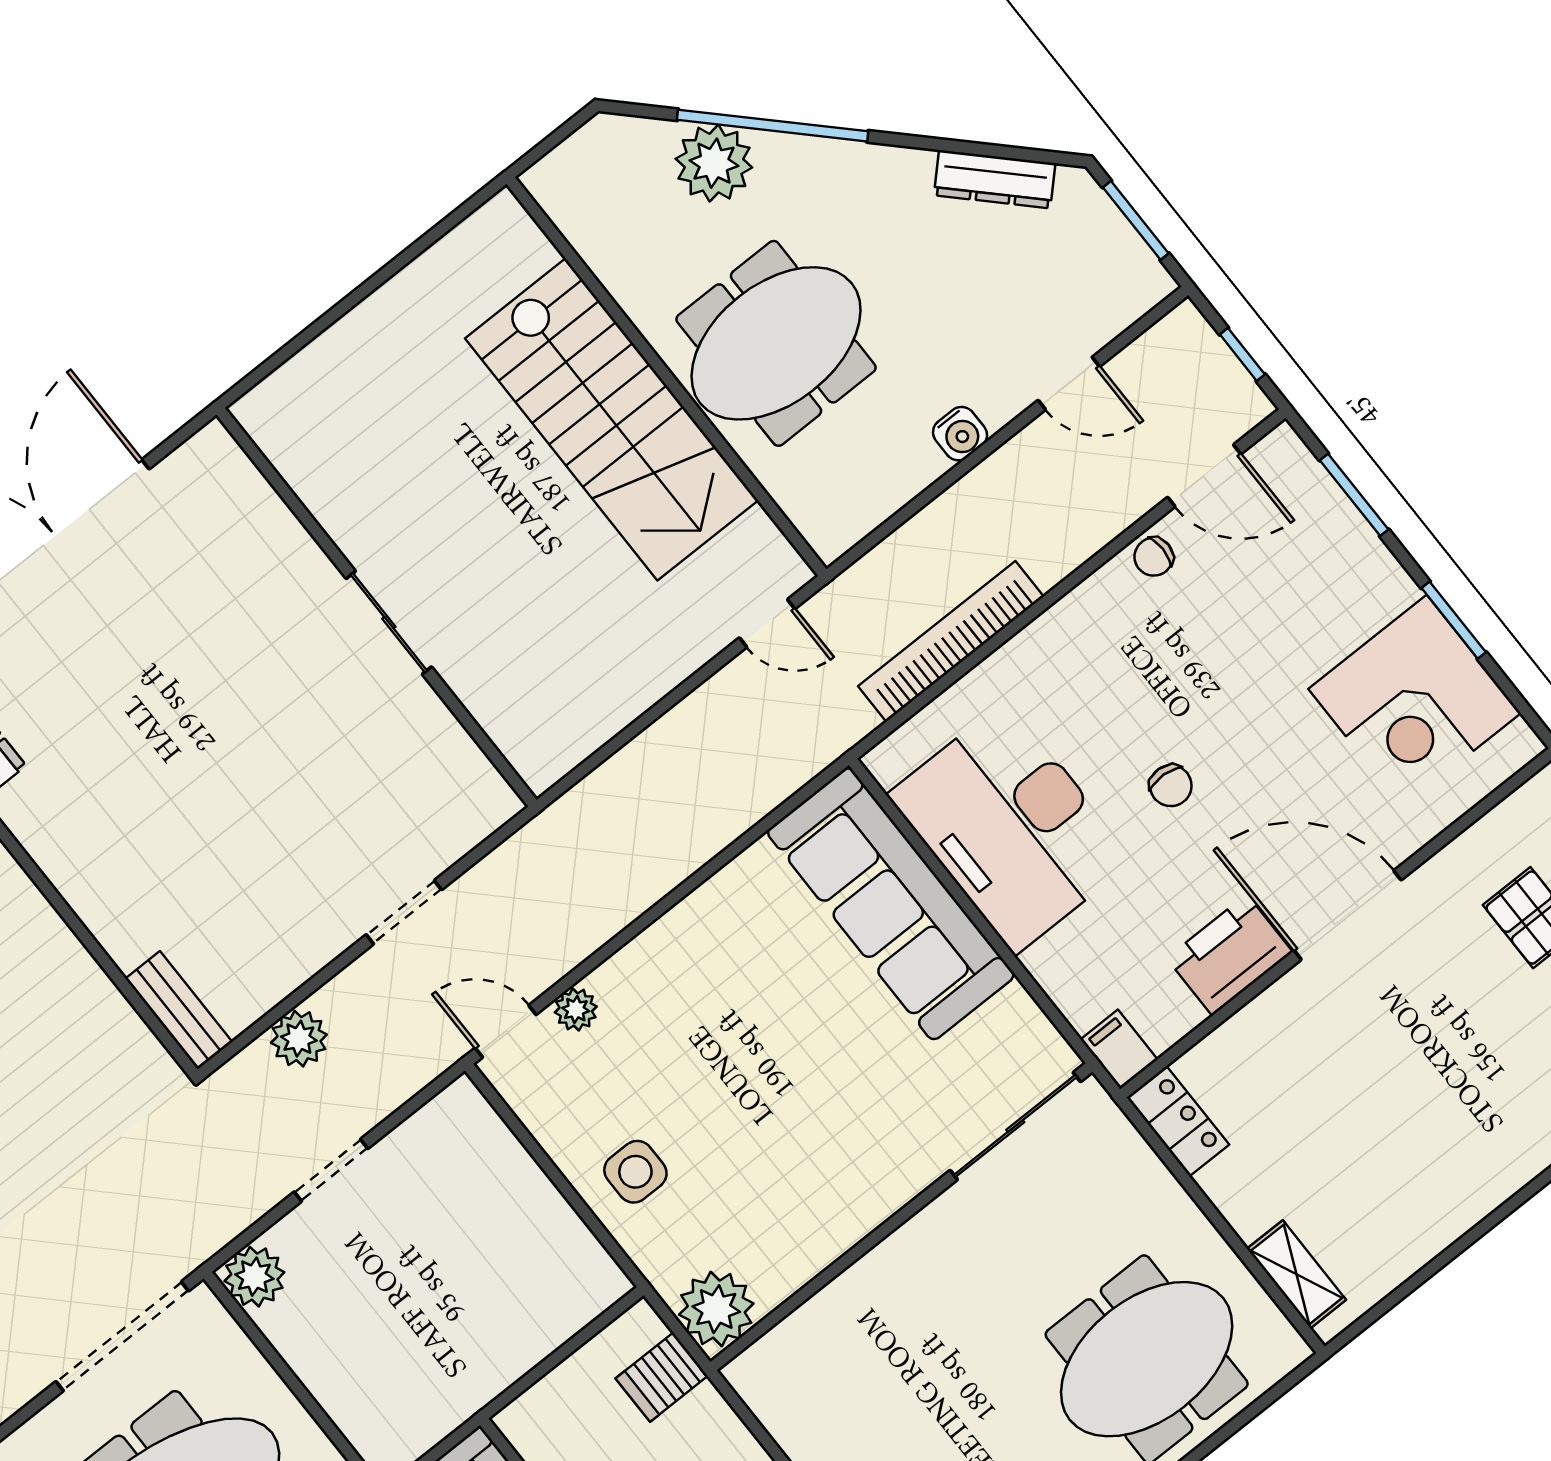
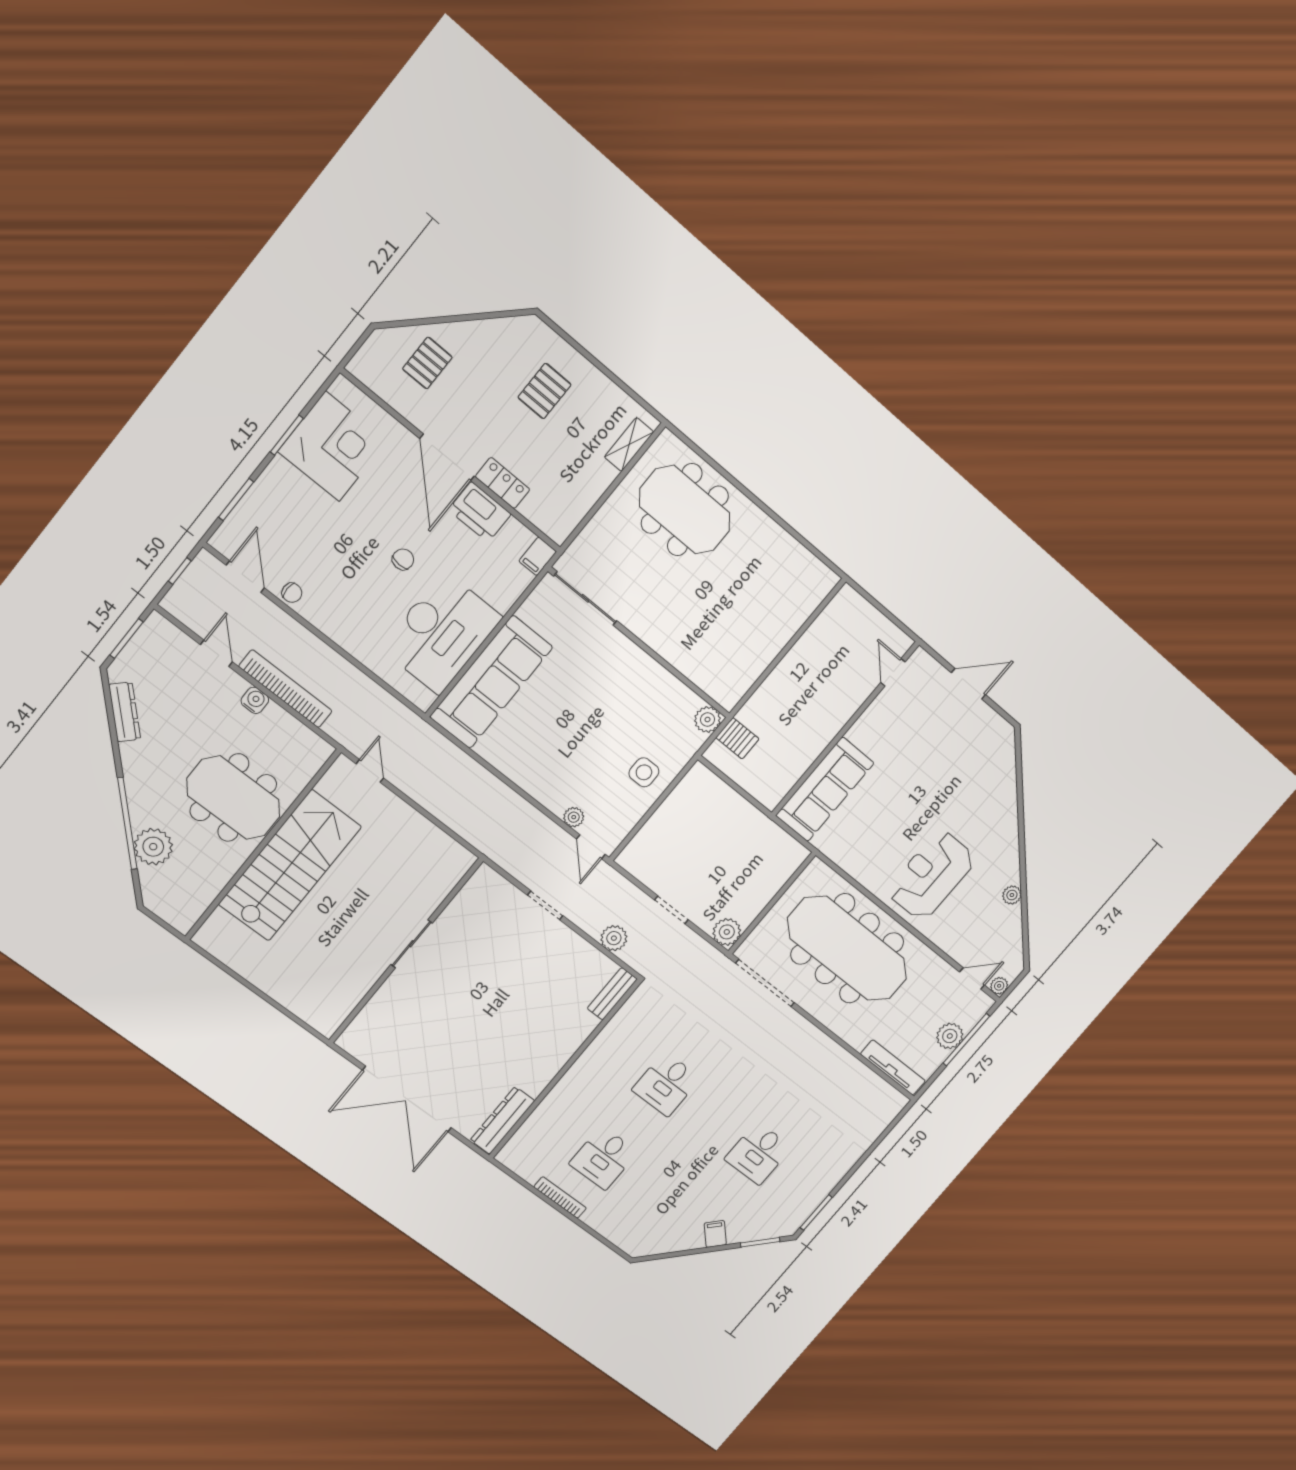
bookcase: (951, 641) -> (285, 689), moved, turned 180
locker: (1178, 1121) -> (503, 483), moved, turned 90
pallet: (1433, 1131) -> (544, 391), added
plant: (716, 1309) -> (707, 719), width x0.73, depth x0.73

